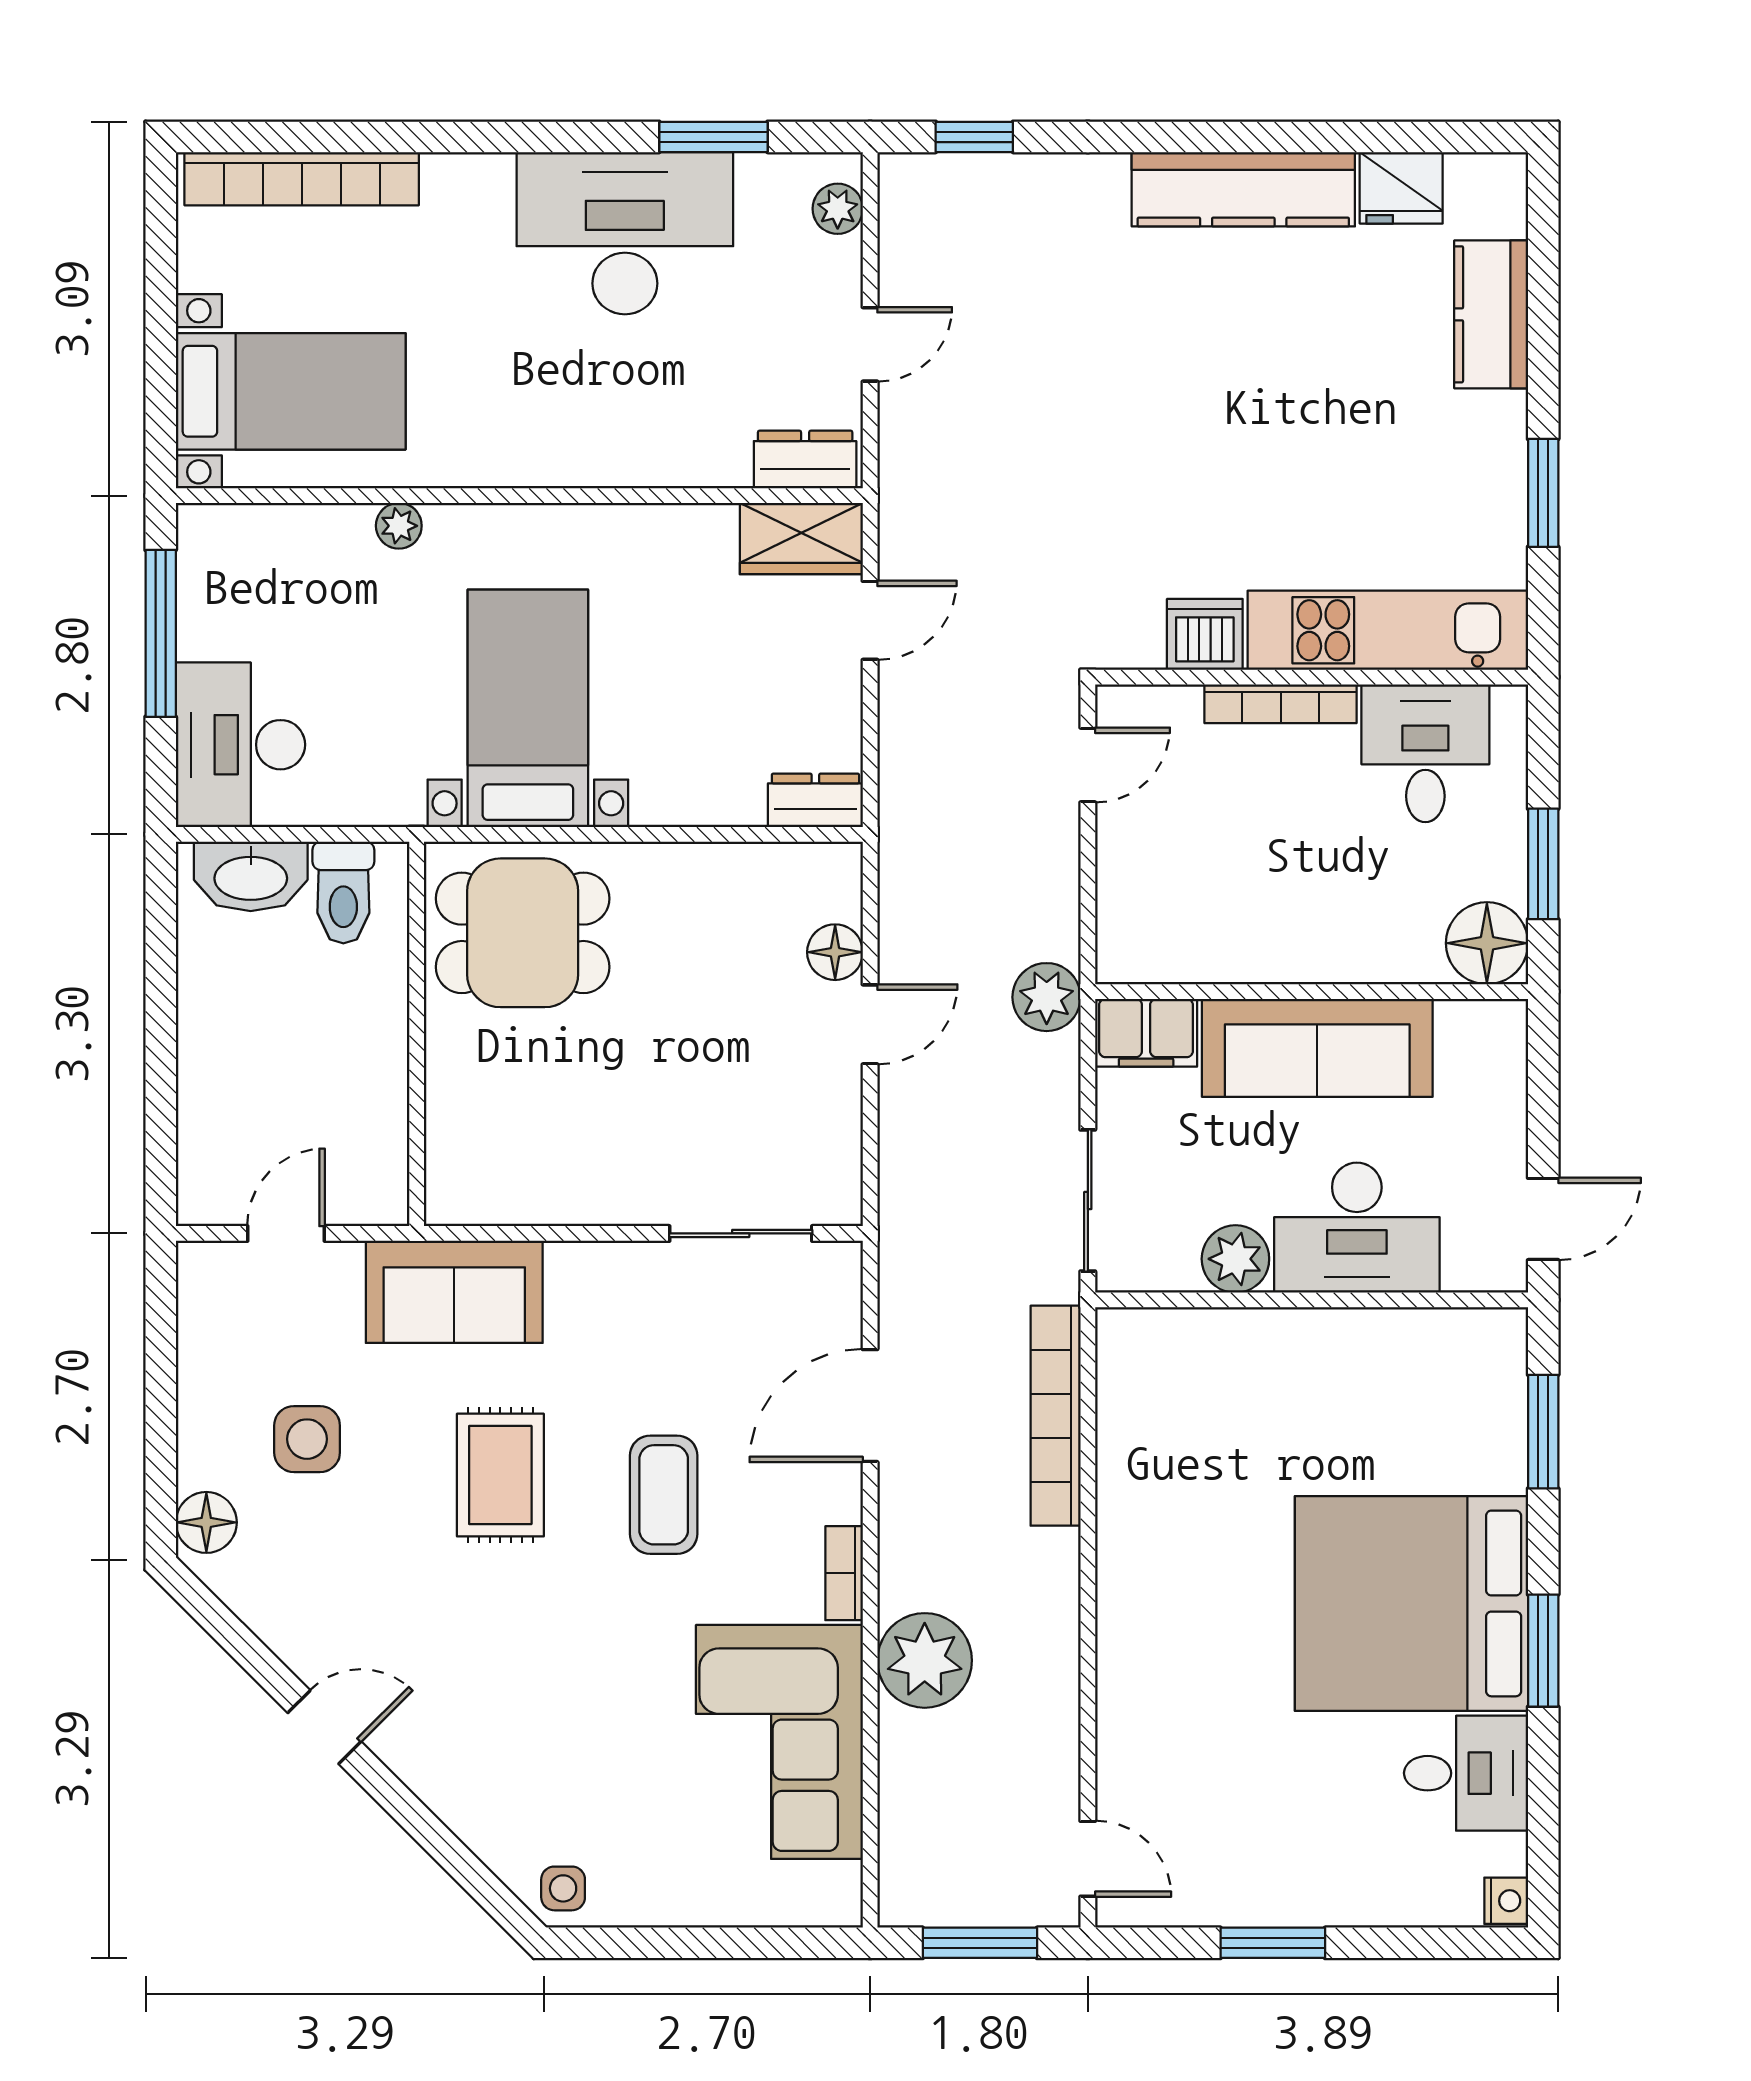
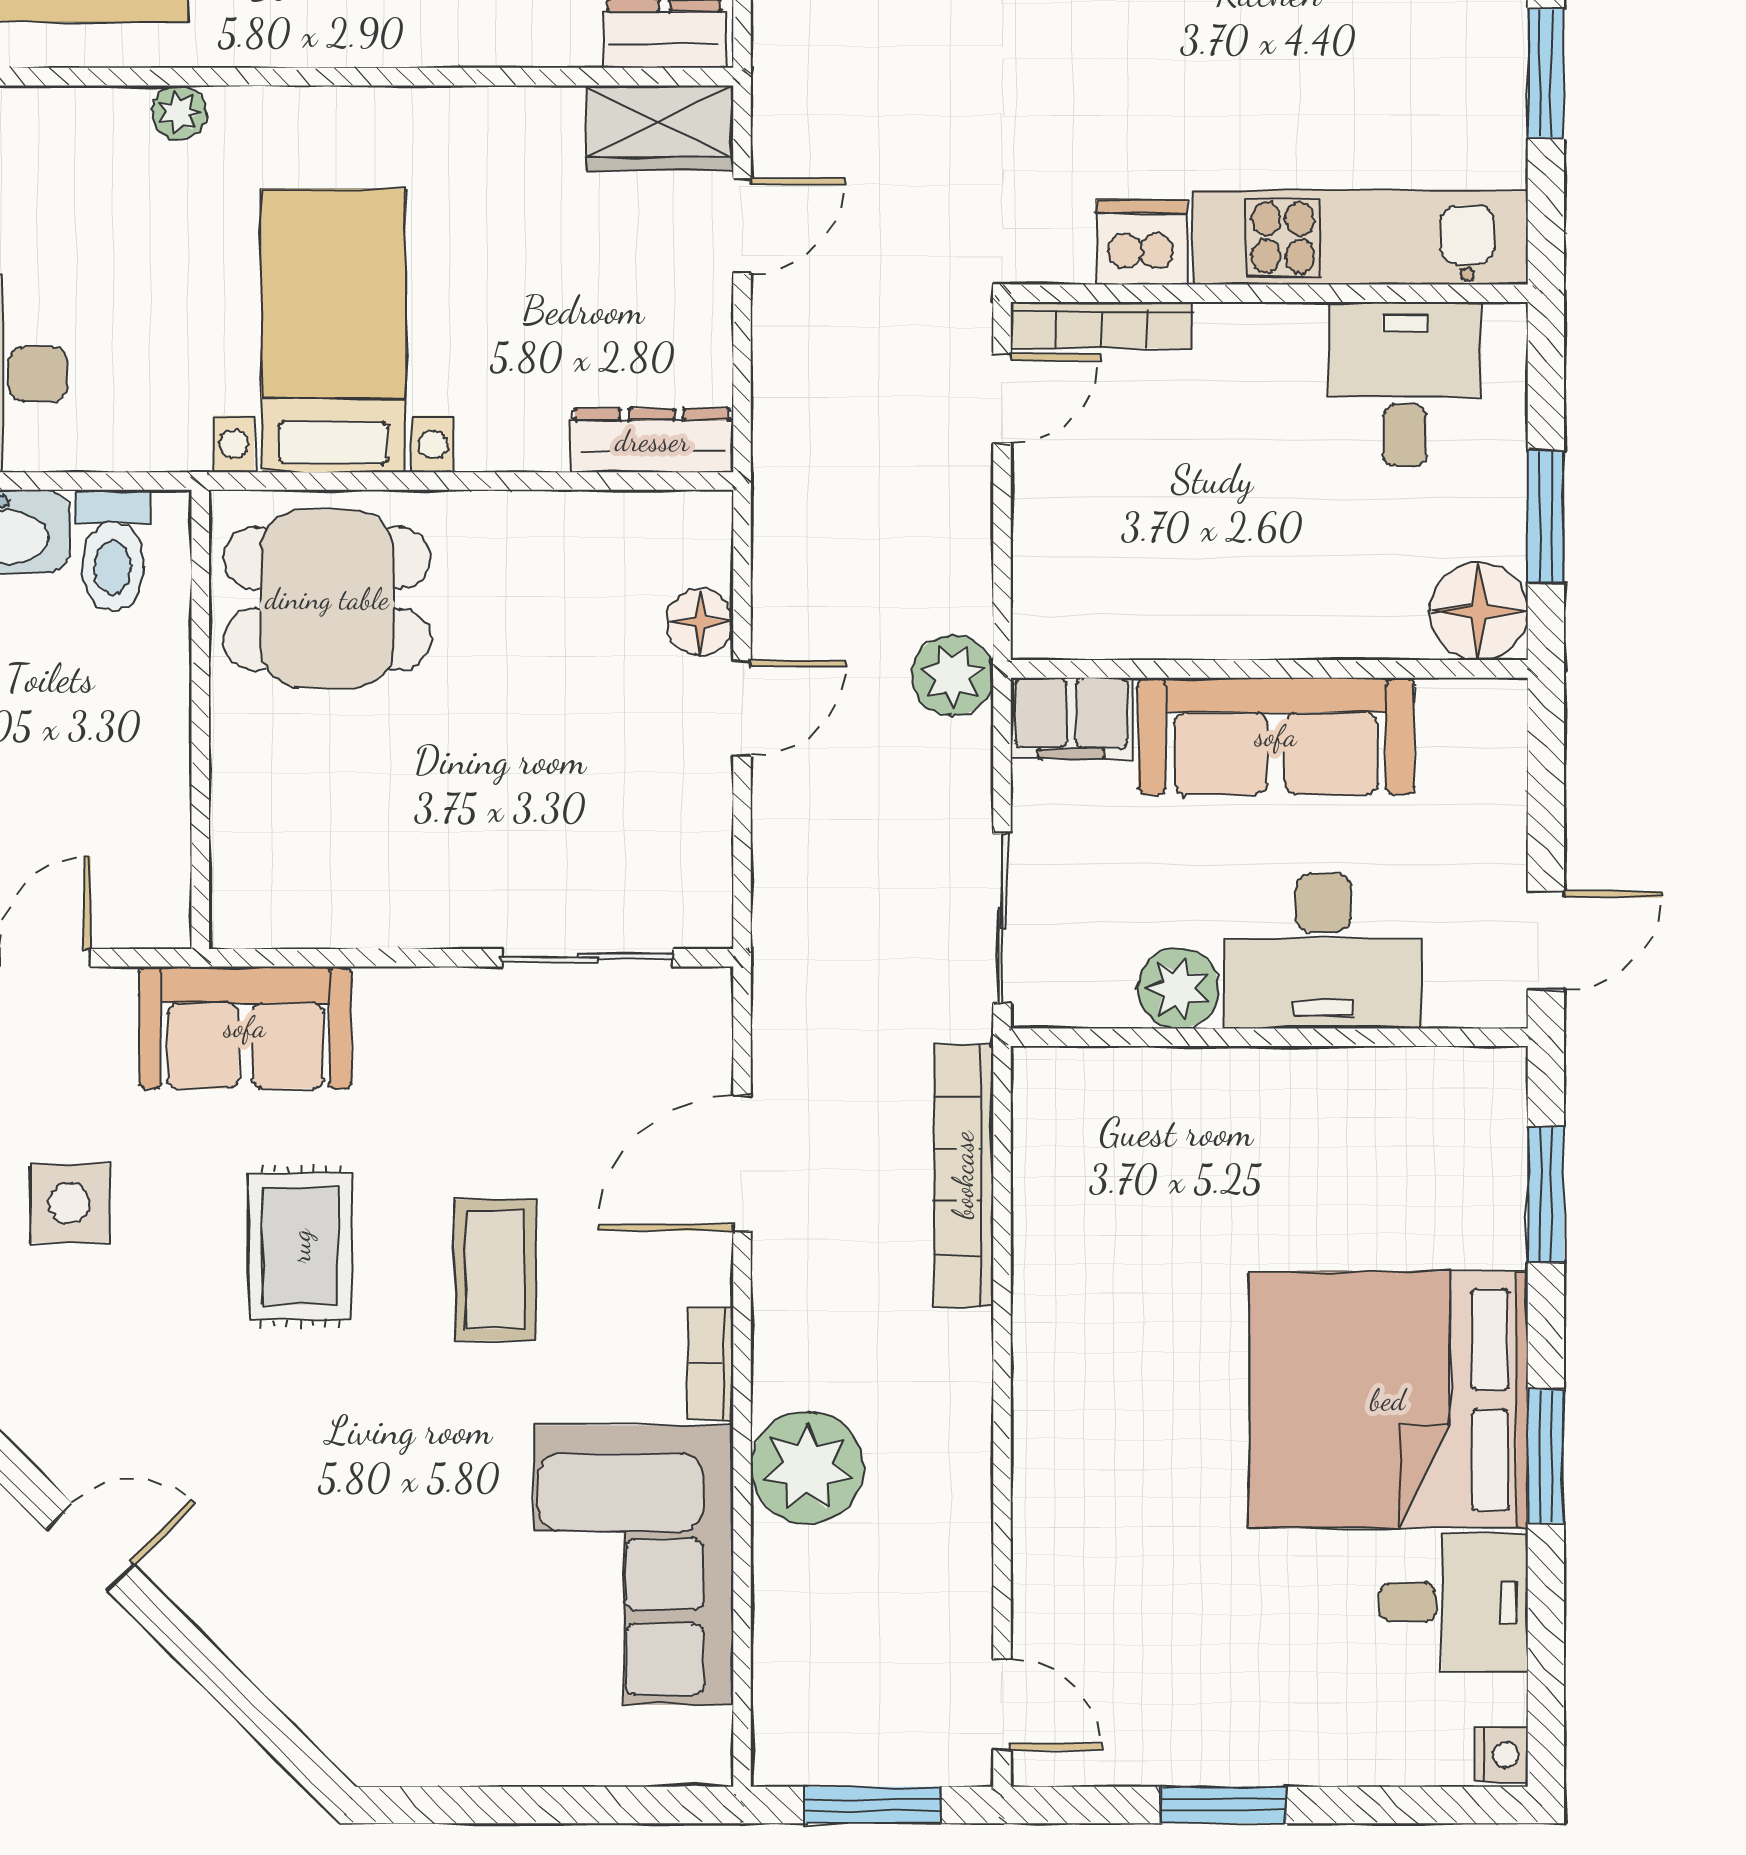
bookcase: (1281, 704) -> (1101, 325), moved
dresser: (815, 800) -> (652, 441), width x1.44
side table: (563, 1888) -> (375, 1740), removed

